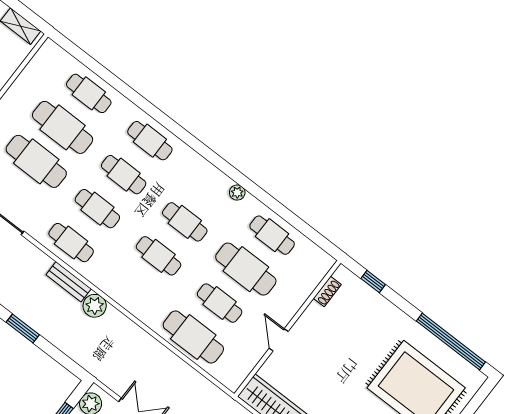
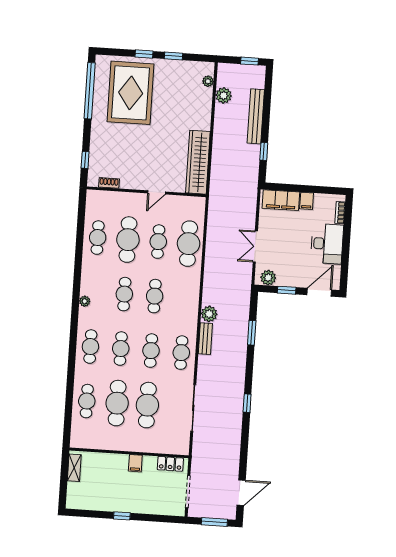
plant: (237, 193) -> (85, 301), moved
window: (23, 328) -> (252, 333), moved

